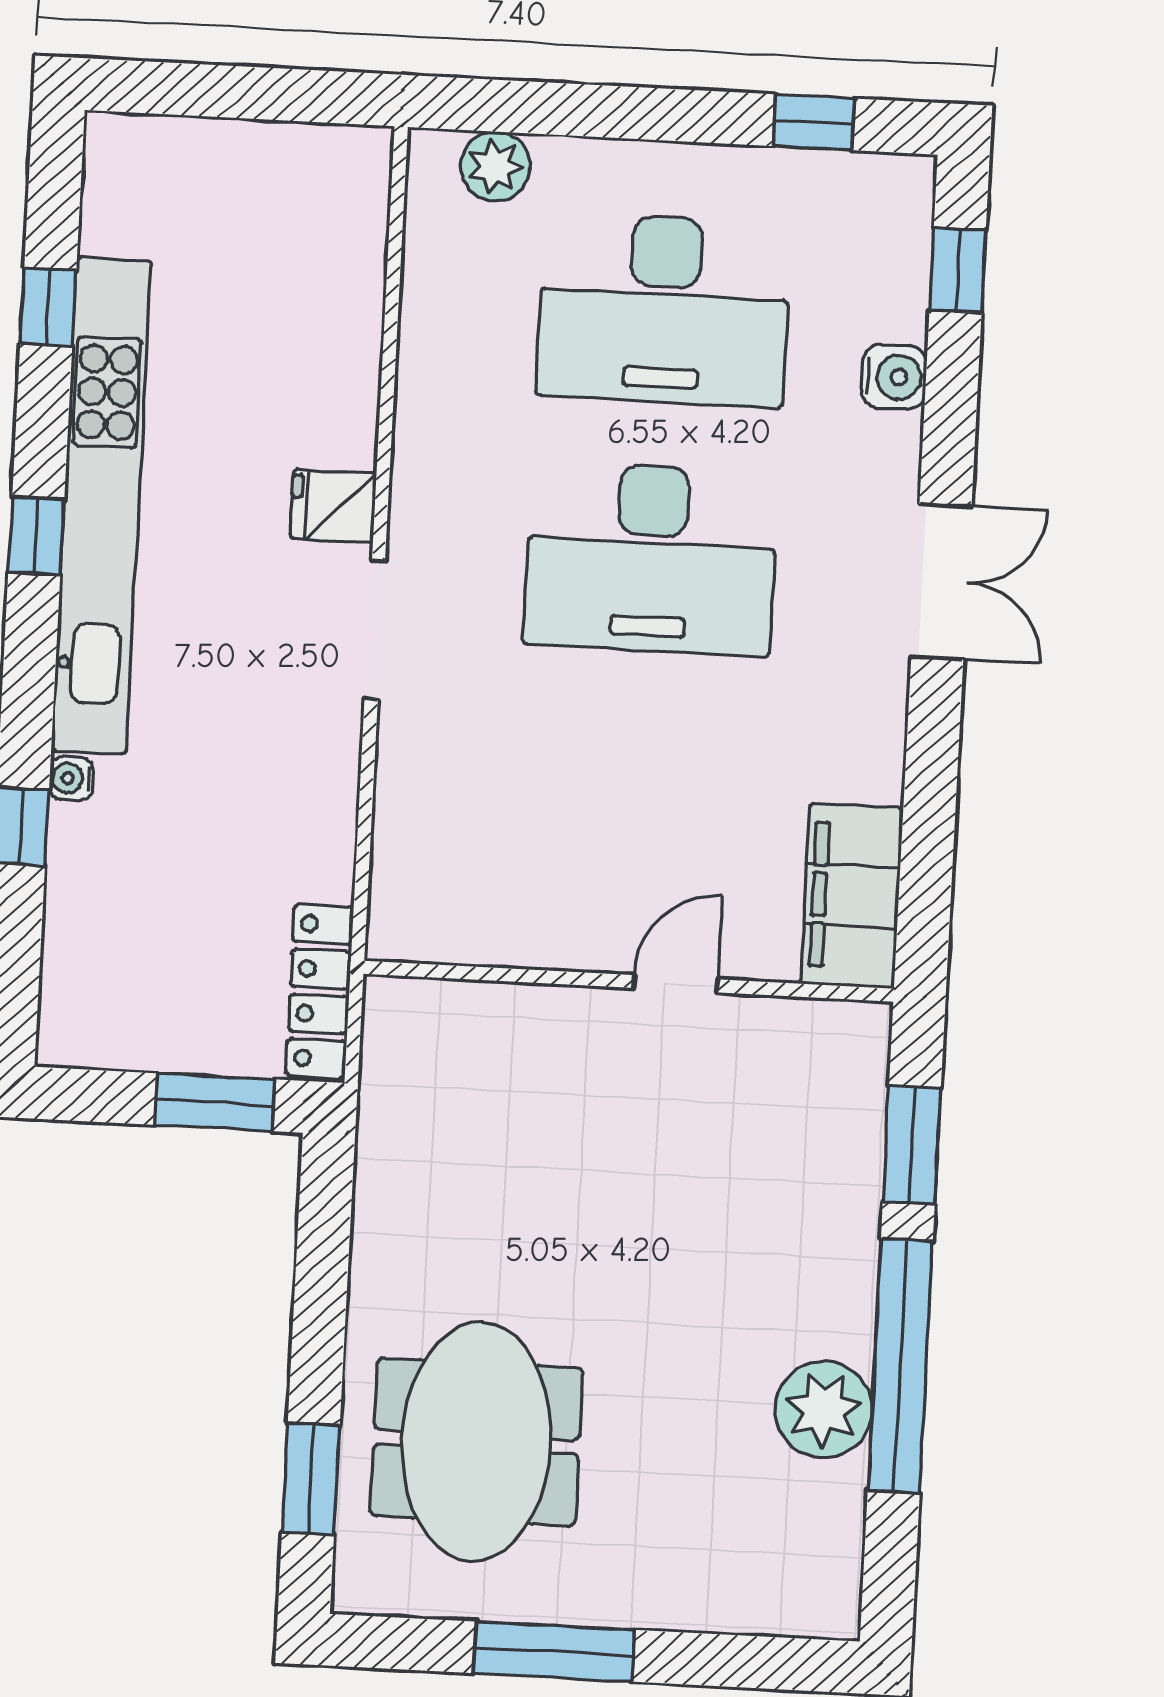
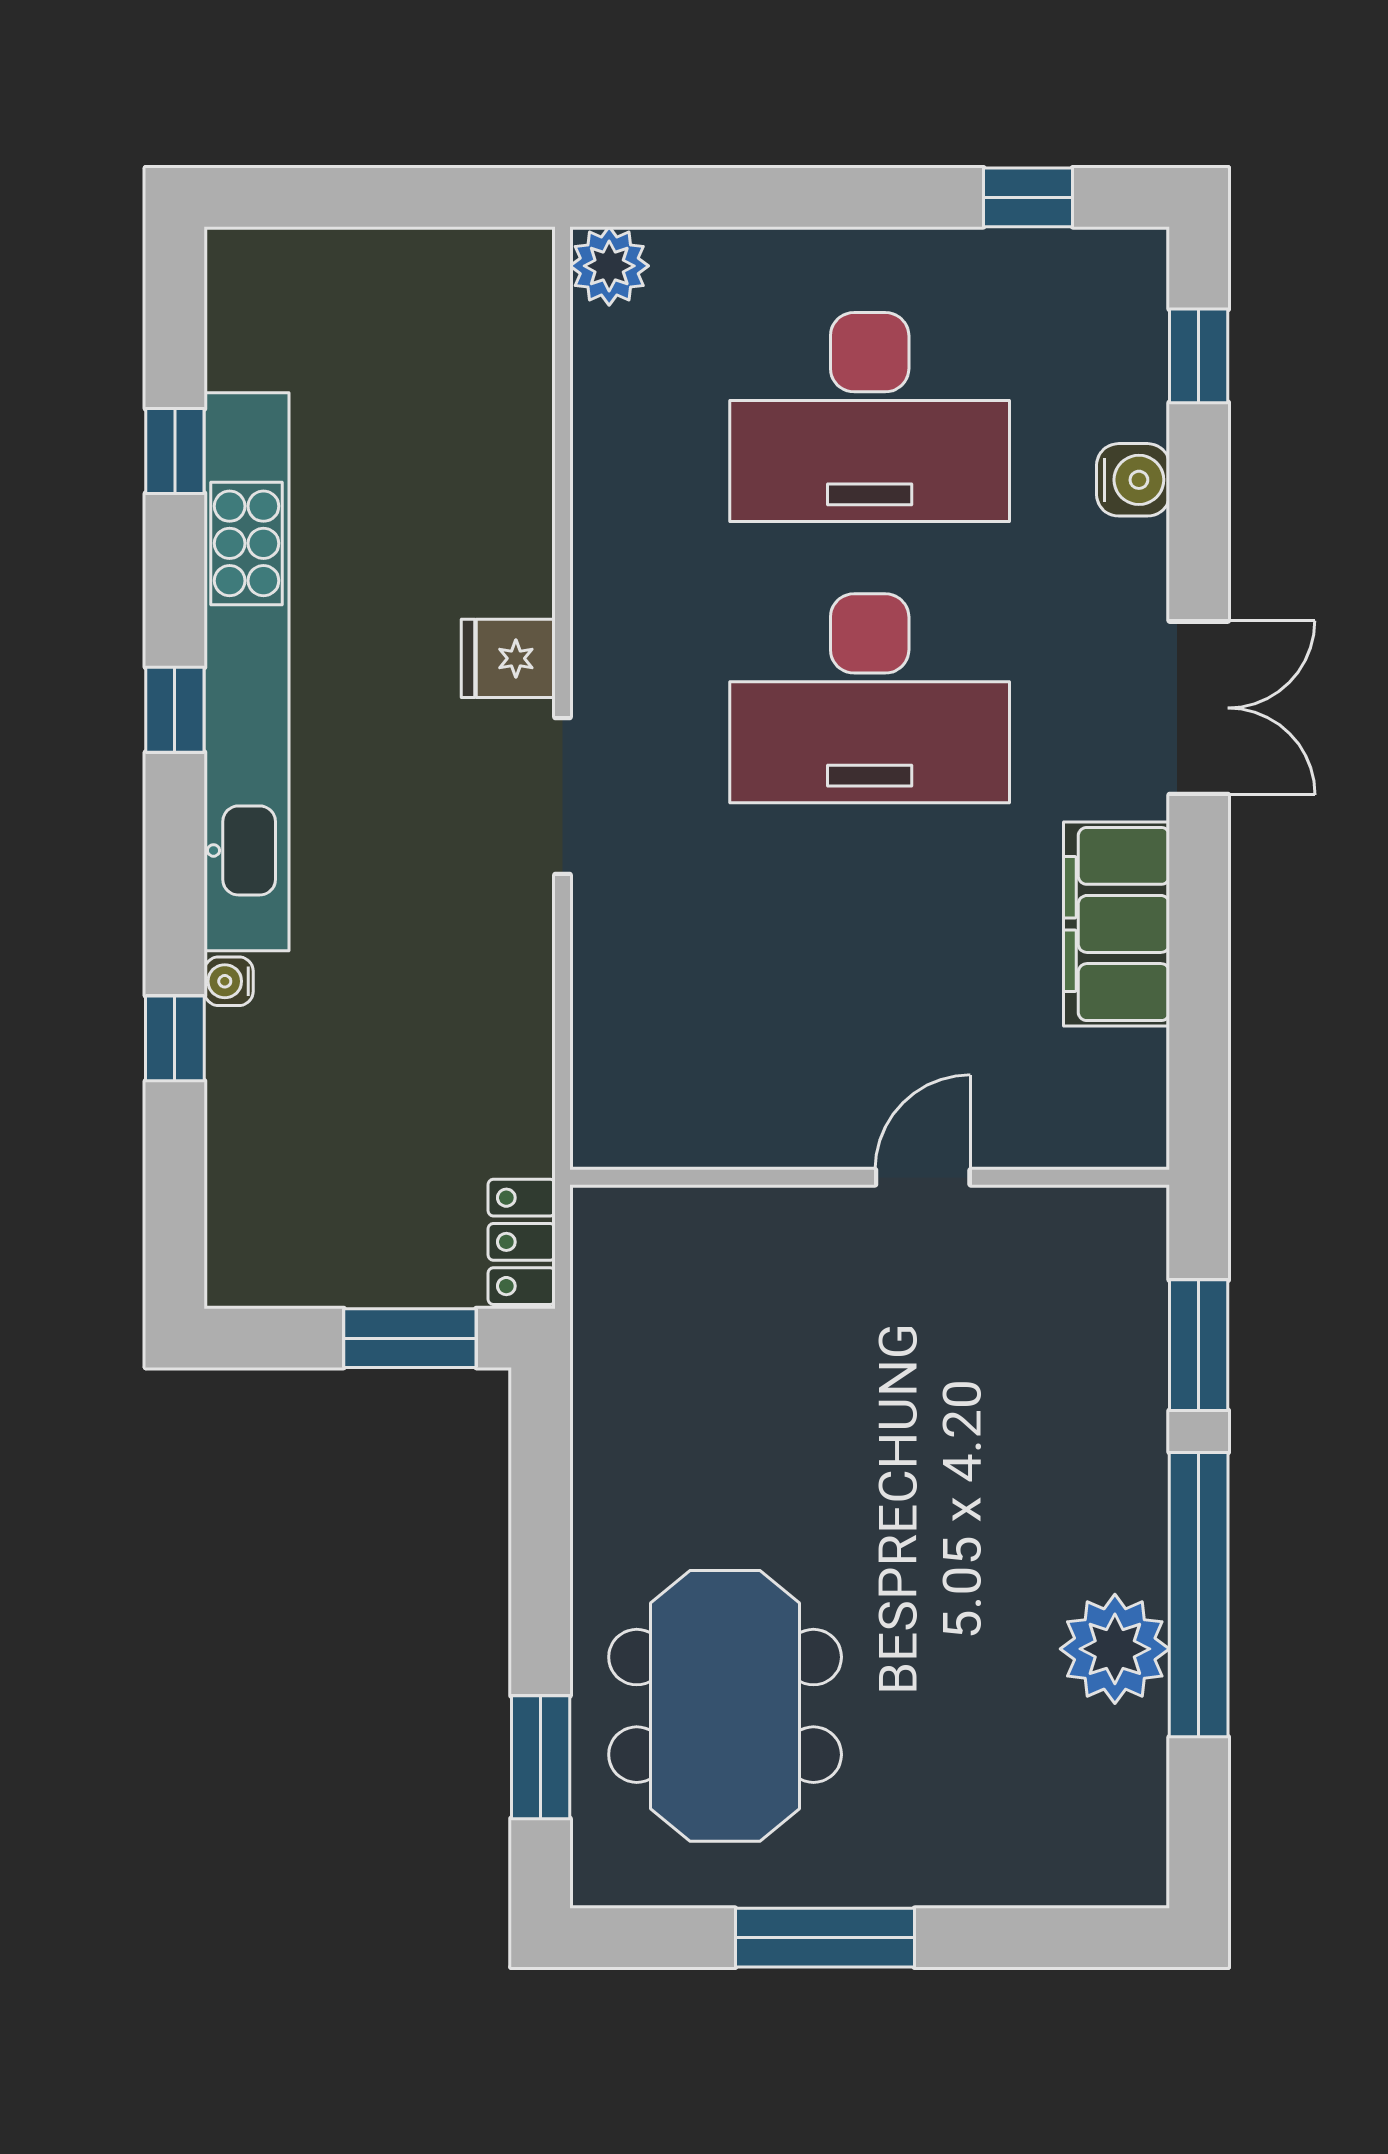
plant: (495, 166) -> (609, 266), moved
filing cabinet: (852, 896) -> (1116, 924), moved
locker: (320, 991) -> (522, 1242), width x0.66

